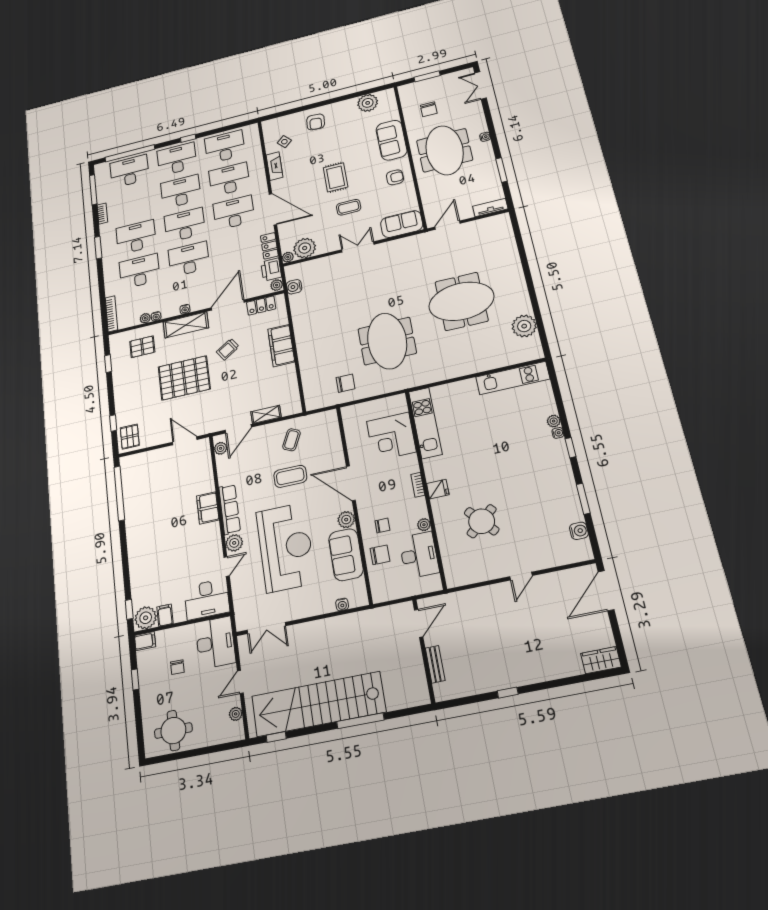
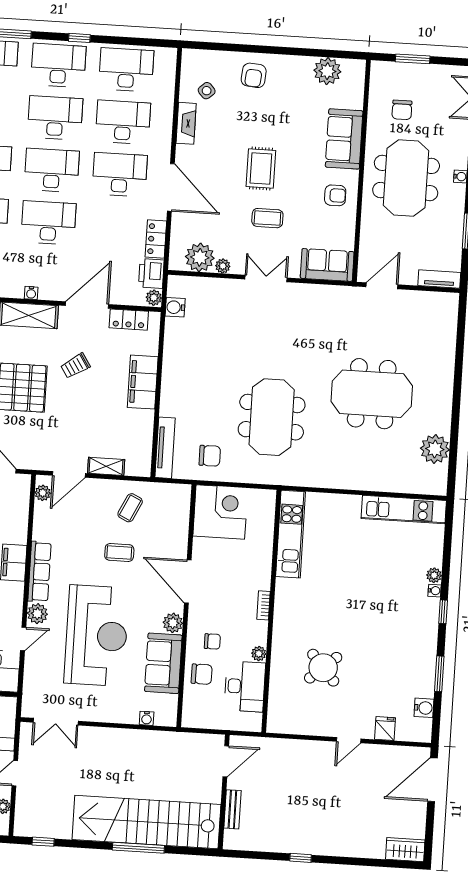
plant: (288, 257) -> (223, 266), moved
tv unit: (309, 387) -> (165, 448), added
corner desk: (391, 437) -> (220, 512), moved, turned 180
coffee table: (290, 476) -> (119, 552), width x0.73, depth x0.77
fridge: (438, 489) -> (385, 729), moved, turned -90
stairs: (318, 704) -> (146, 822), moved

